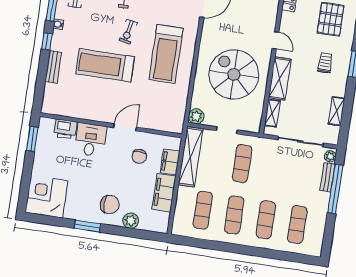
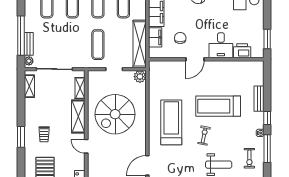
treadmill: (105, 65) -> (218, 106), turned 180
spiral stairs: (234, 74) -> (115, 114), turned 90
shelving: (337, 111) -> (29, 86), moved

